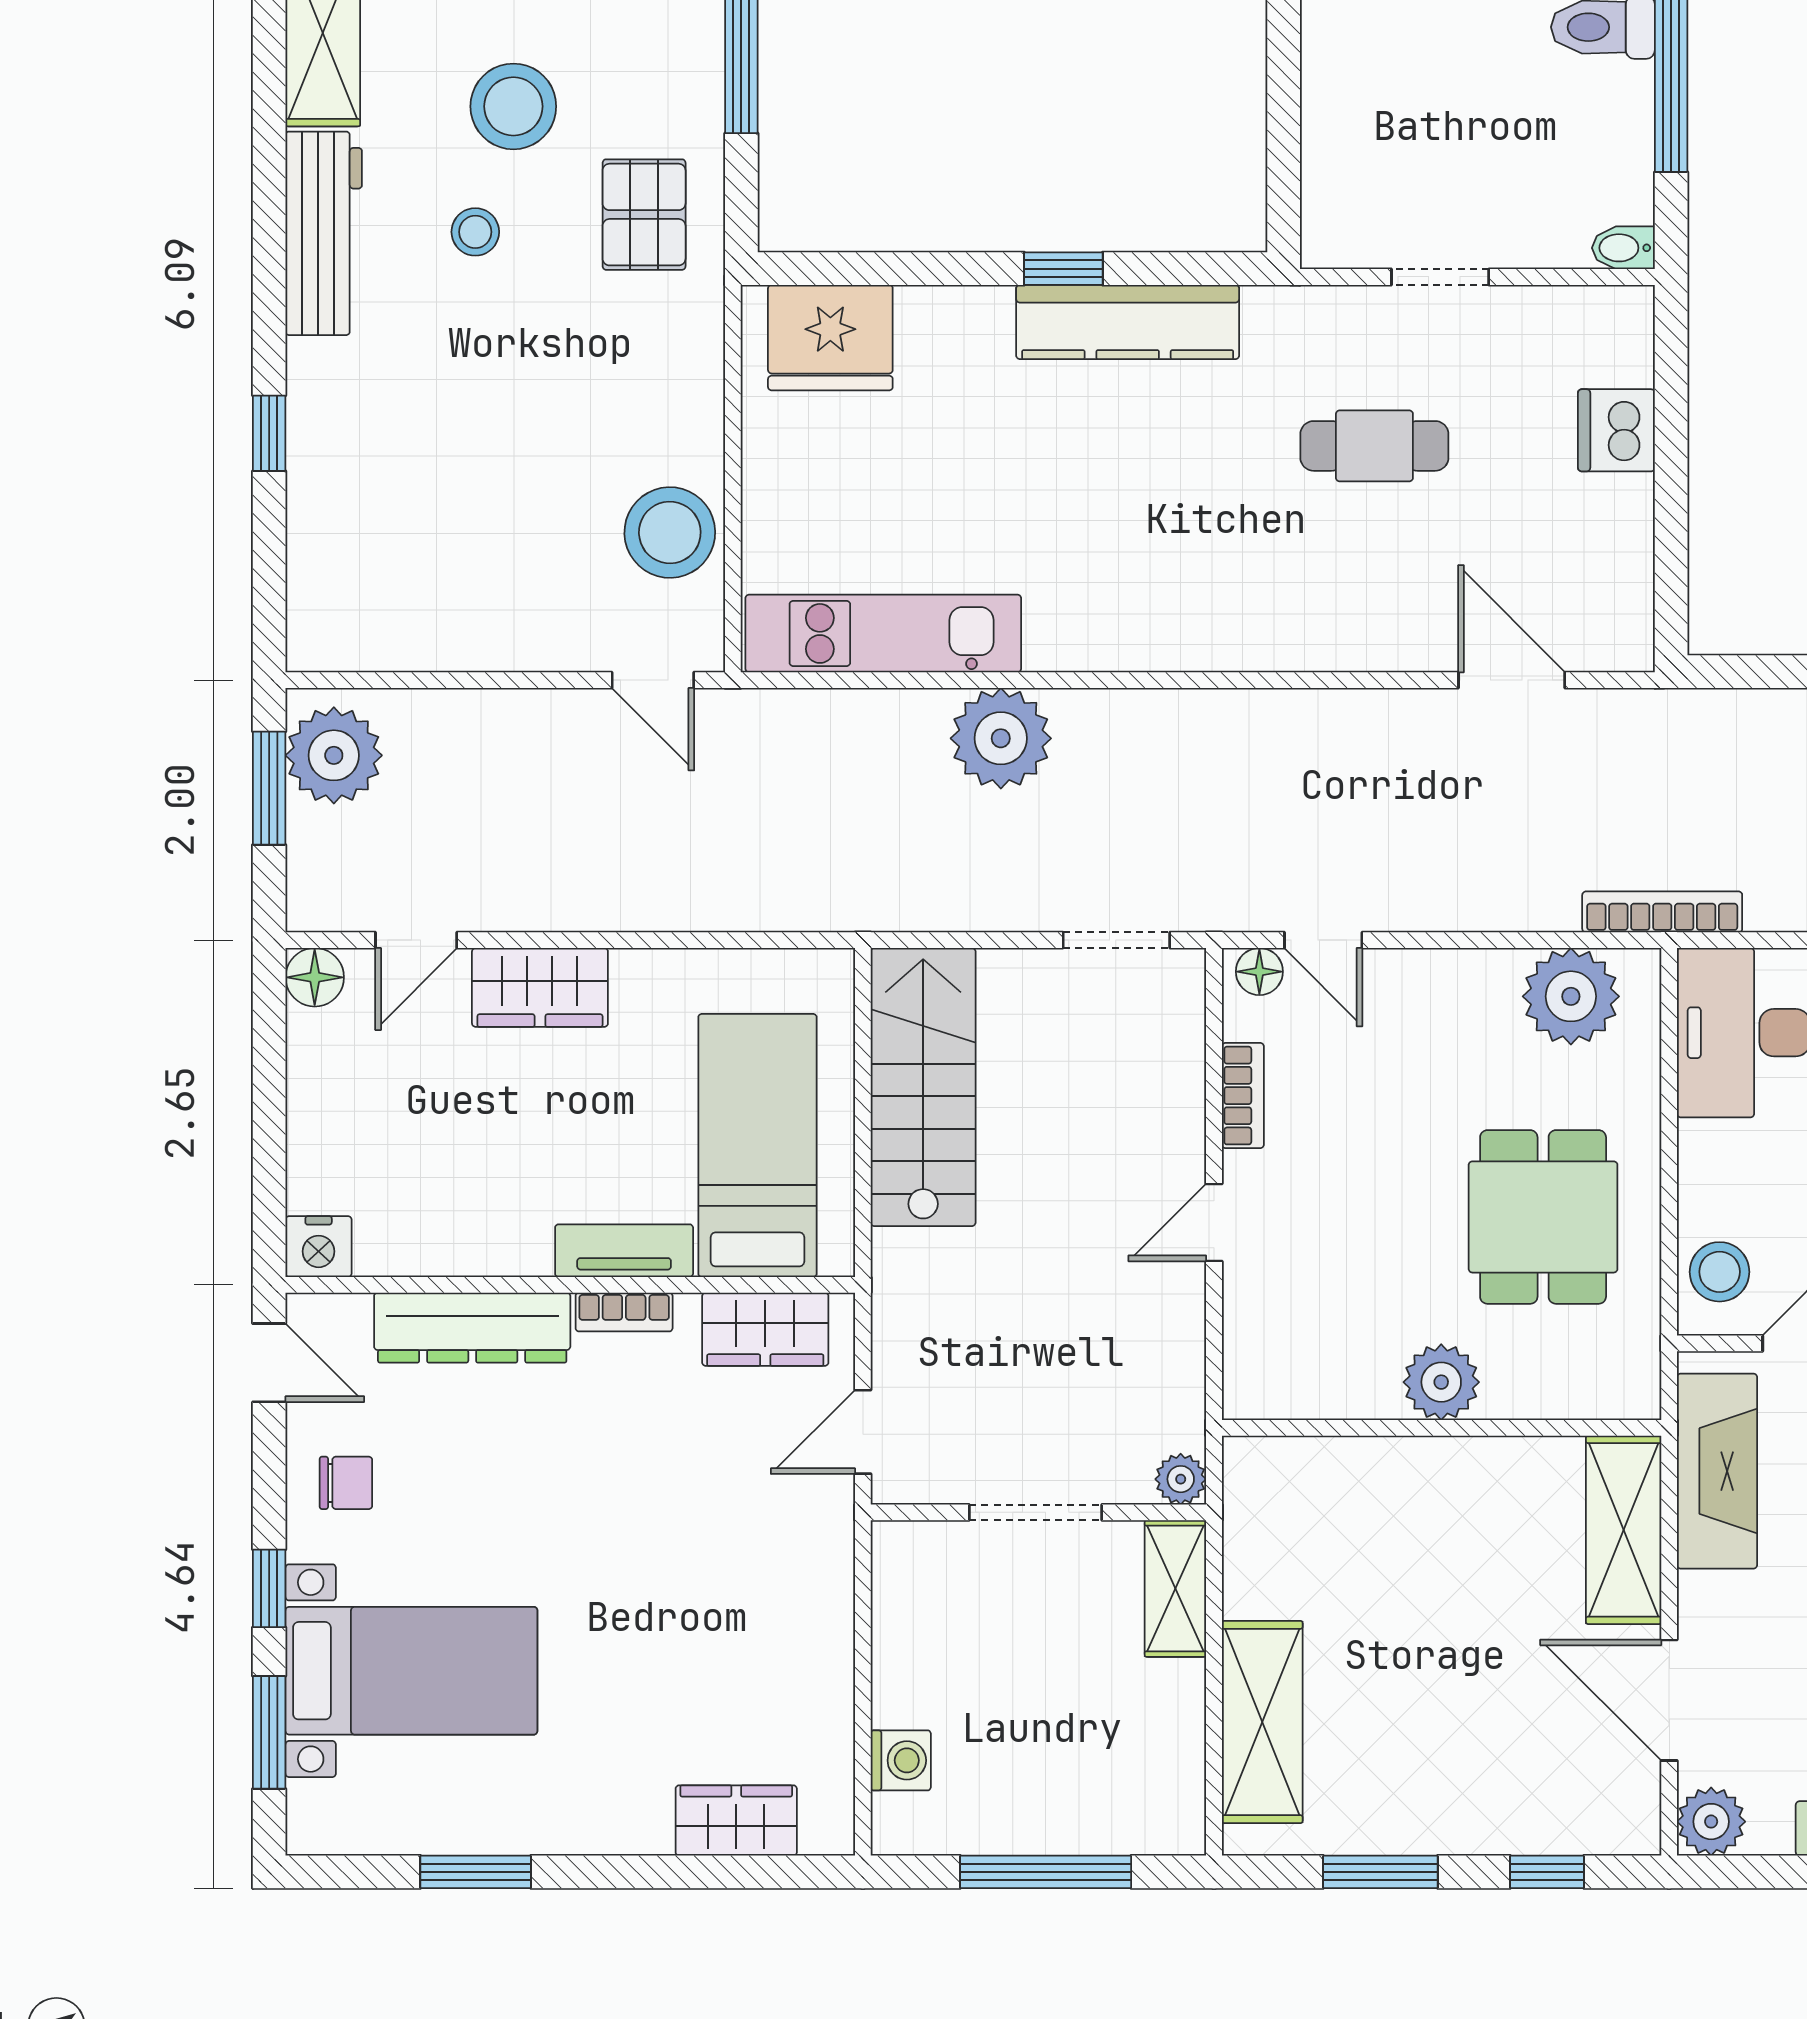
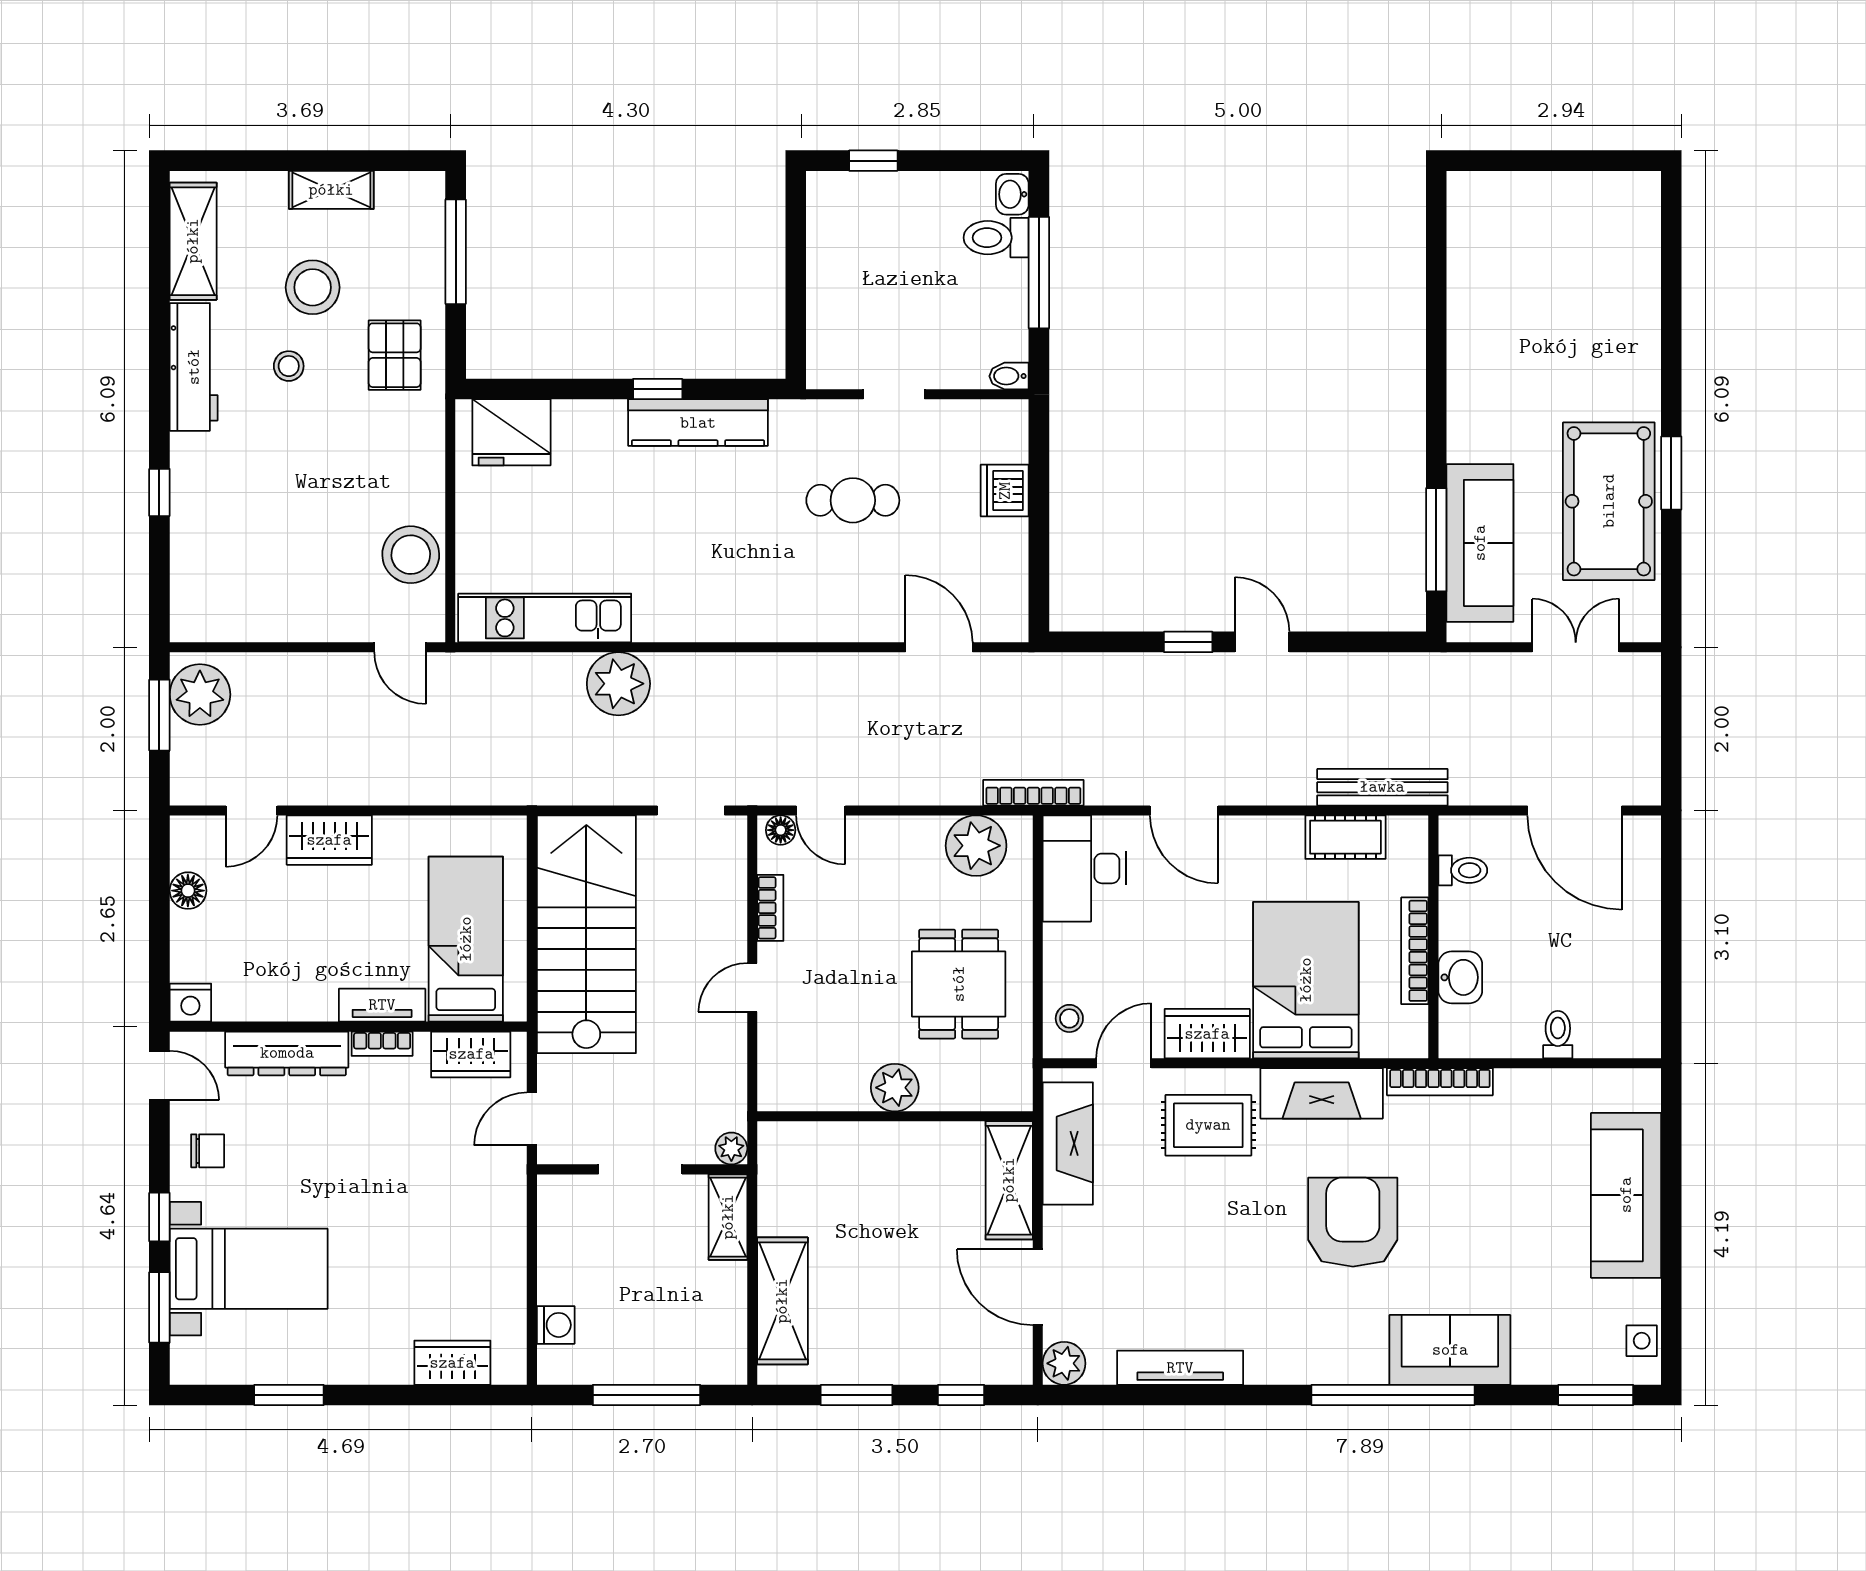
floor lamp: (315, 977) -> (188, 891), moved
stairs: (923, 1087) -> (586, 934), width x1.36, depth x1.51
stool: (1720, 1272) -> (1069, 1018), width x0.73, depth x0.73

